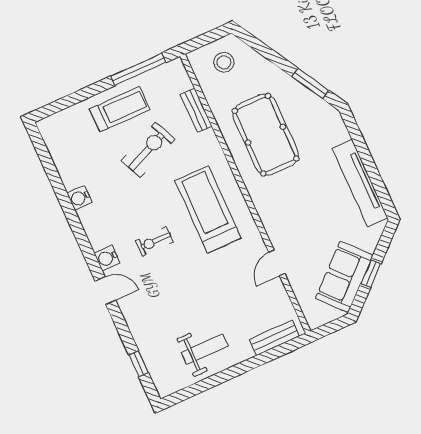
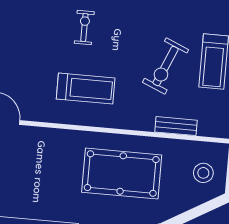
exercise bike: (148, 150) -> (166, 66), turned 47
treadmill: (208, 210) -> (86, 88), width x0.73, depth x0.73

